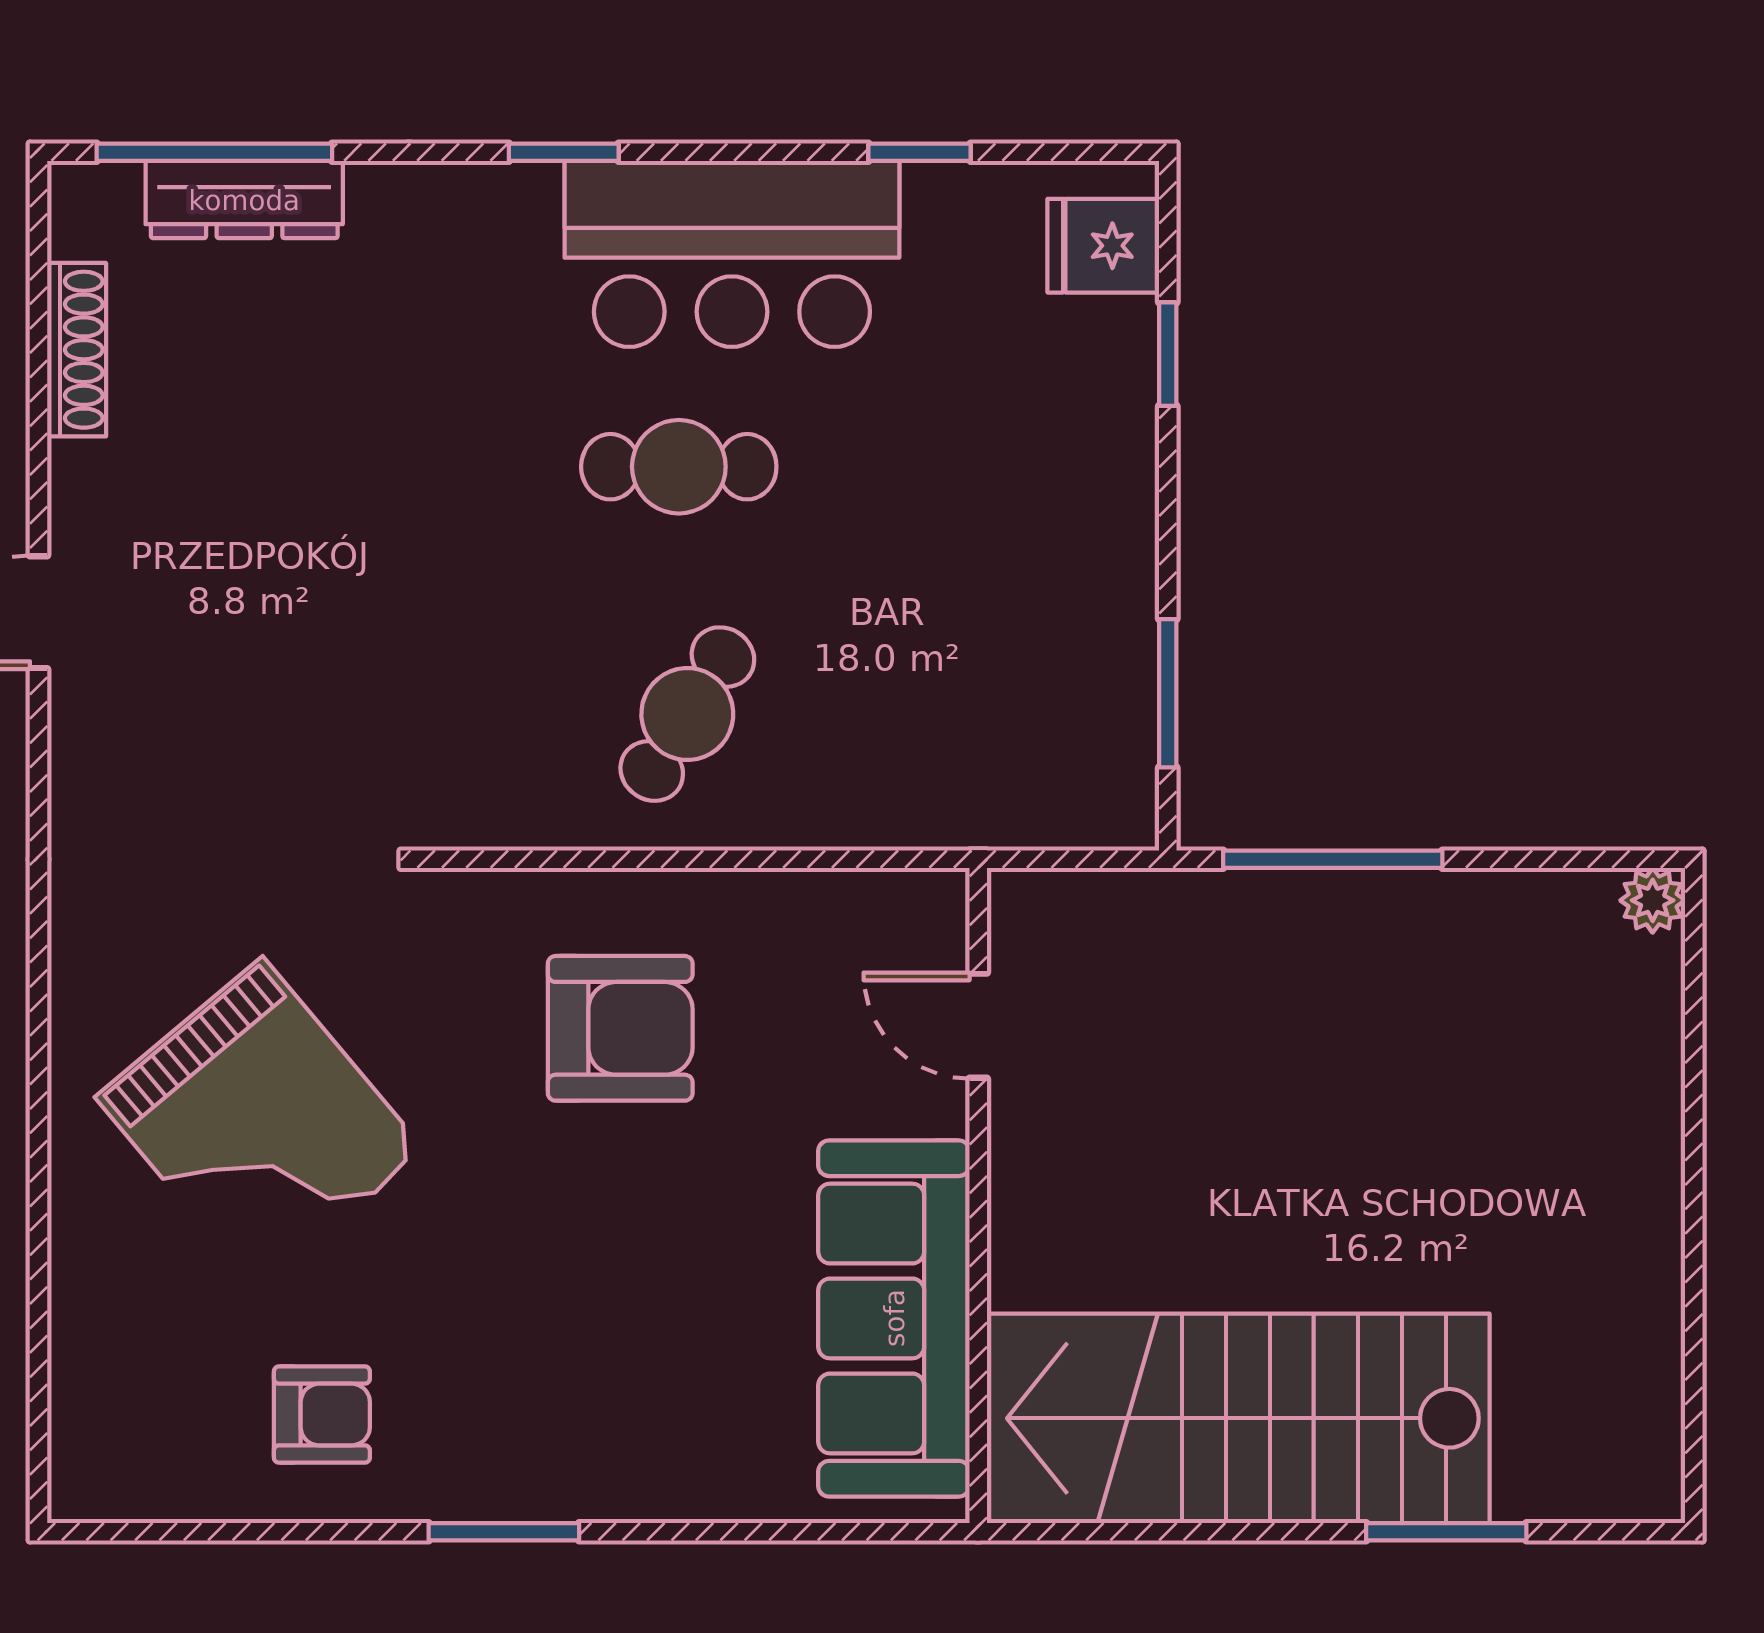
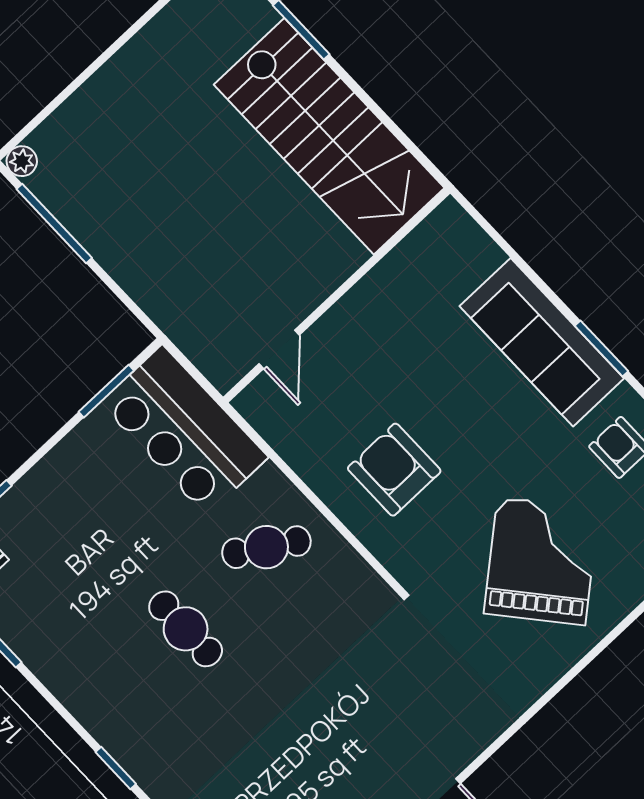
bar counter: (732, 254) -> (184, 430), moved, turned 180
window: (1333, 859) -> (54, 223), moved
sofa: (894, 1318) -> (542, 342), moved, turned 90

